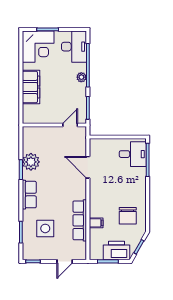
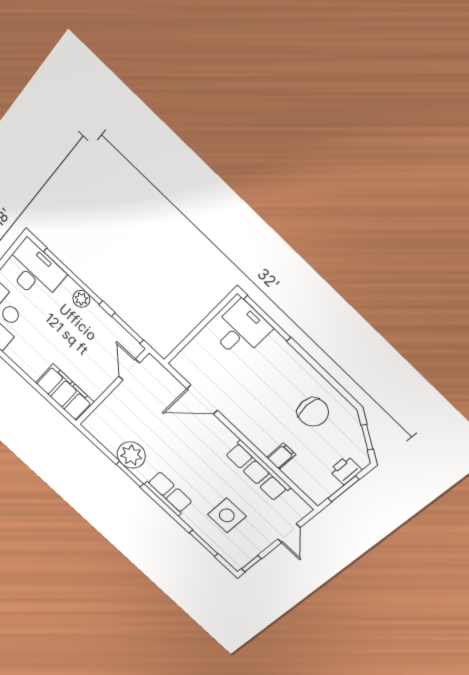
filing cabinet: (31, 87) -> (65, 392), moved
printer: (117, 250) -> (345, 470), width x0.53, depth x0.68

